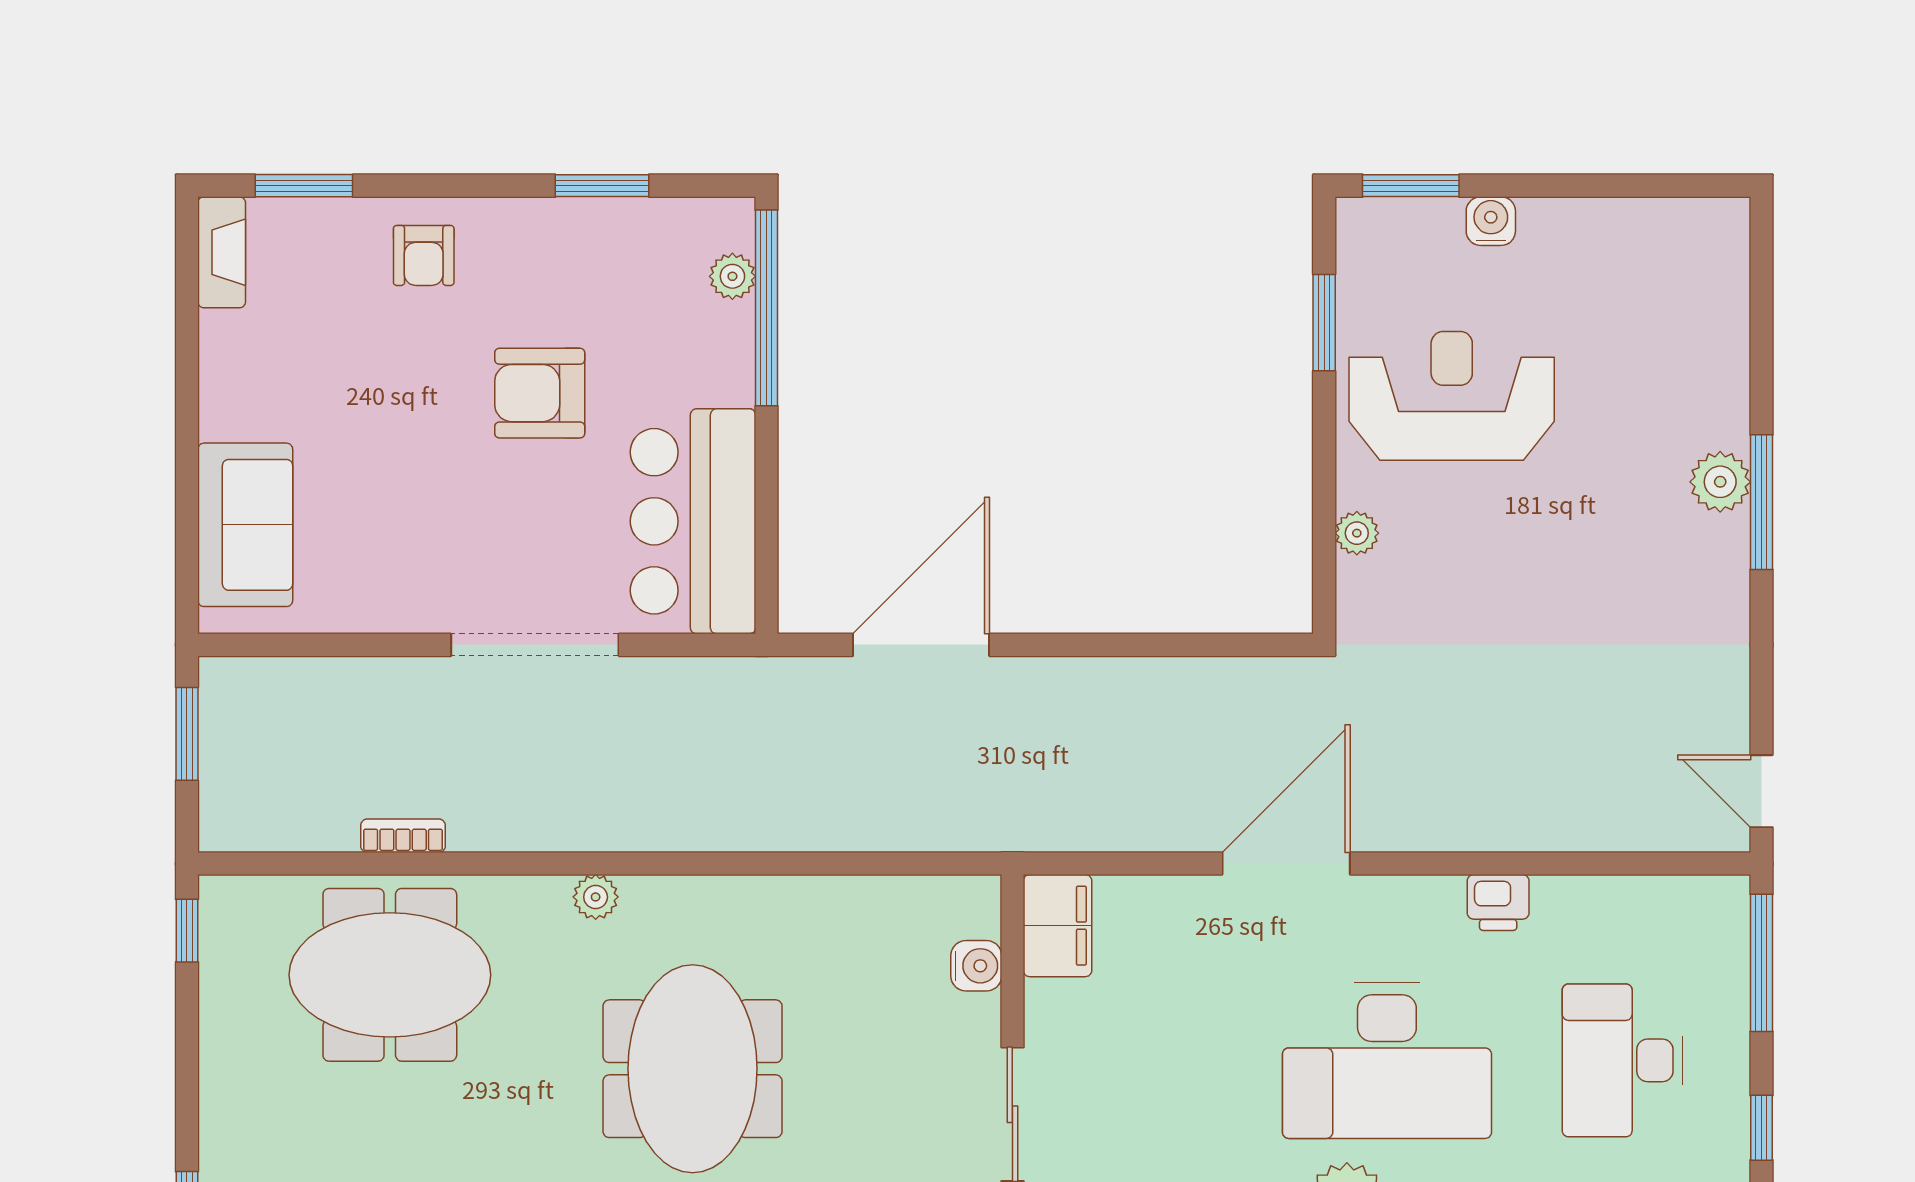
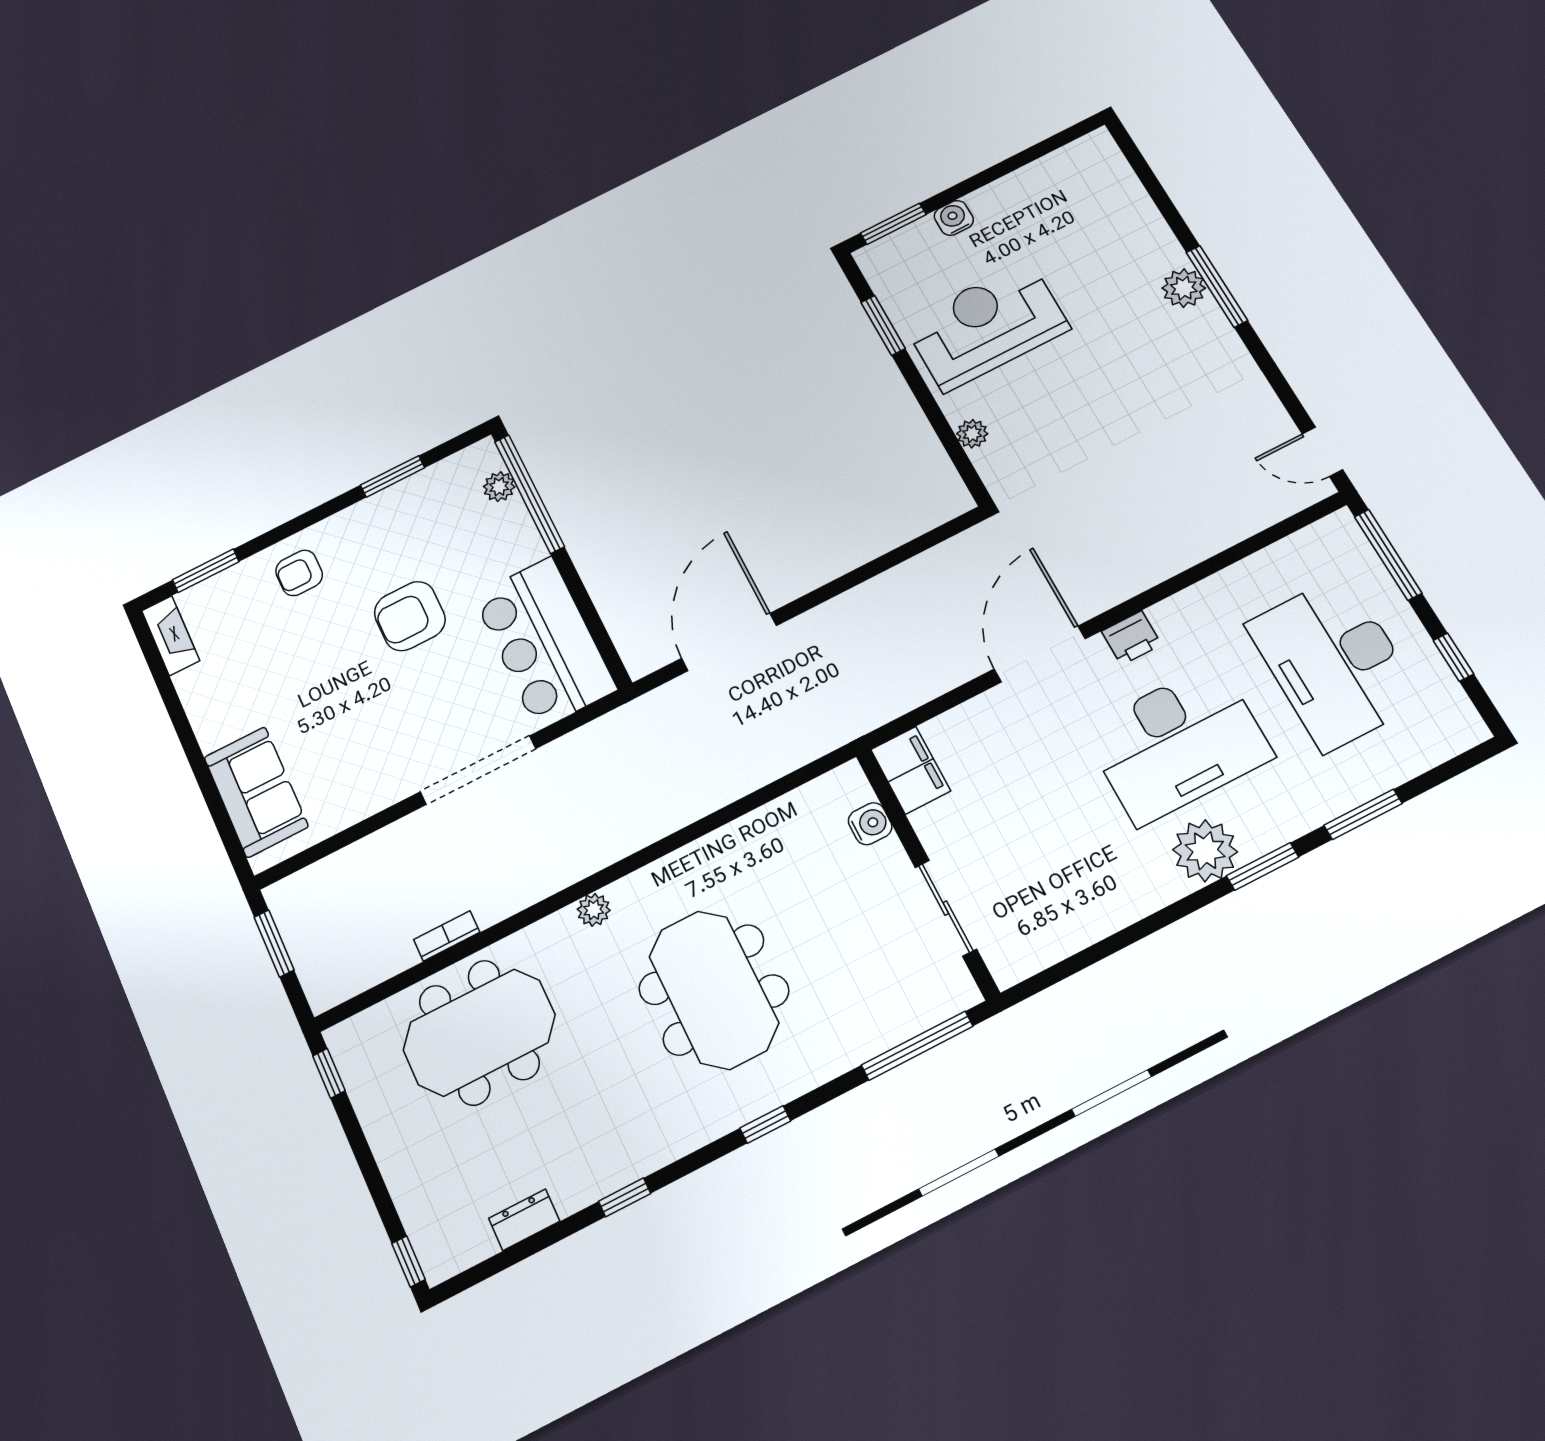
armchair: (424, 255) -> (299, 573), turned 90
printer: (1498, 902) -> (1132, 638), moved
desk: (1622, 1060) -> (1334, 662), width x1.36, depth x1.30

